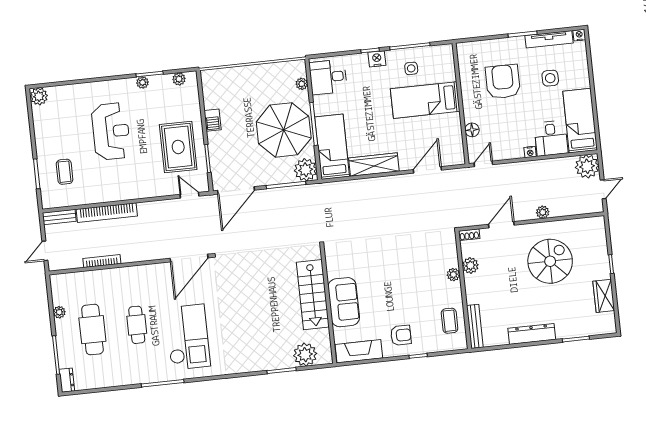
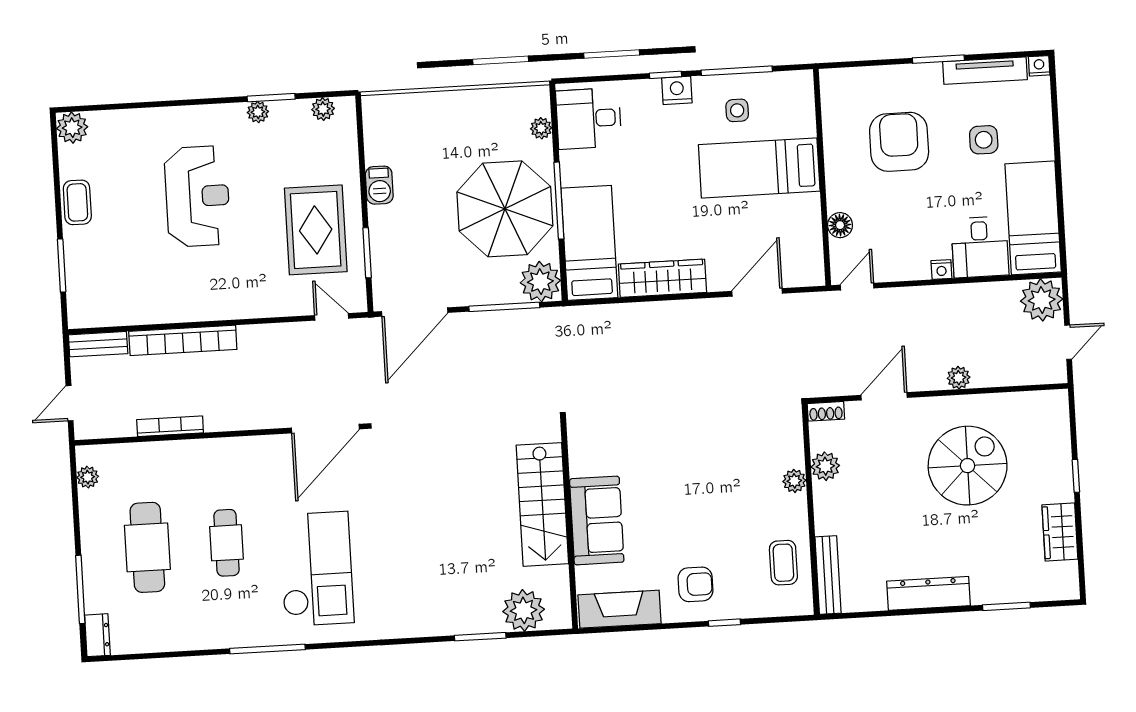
coffee table: (65, 172) -> (77, 202), moved
plant: (59, 312) -> (88, 477), moved

